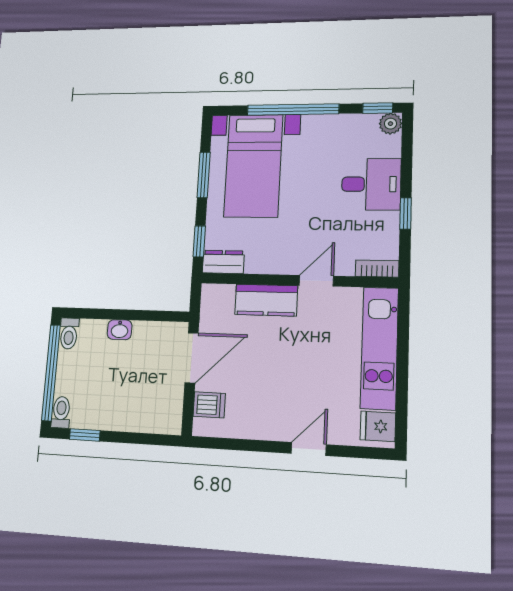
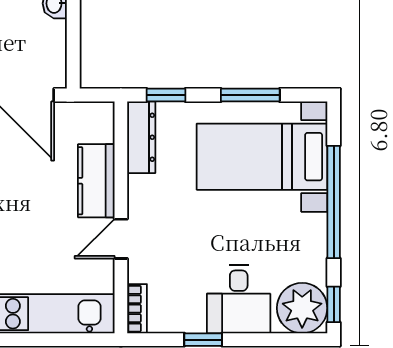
plant: (390, 124) -> (302, 308), width x1.87, depth x1.87
dresser: (223, 262) -> (141, 137), width x1.44
door: (316, 281) -> (121, 239), swing flipped

